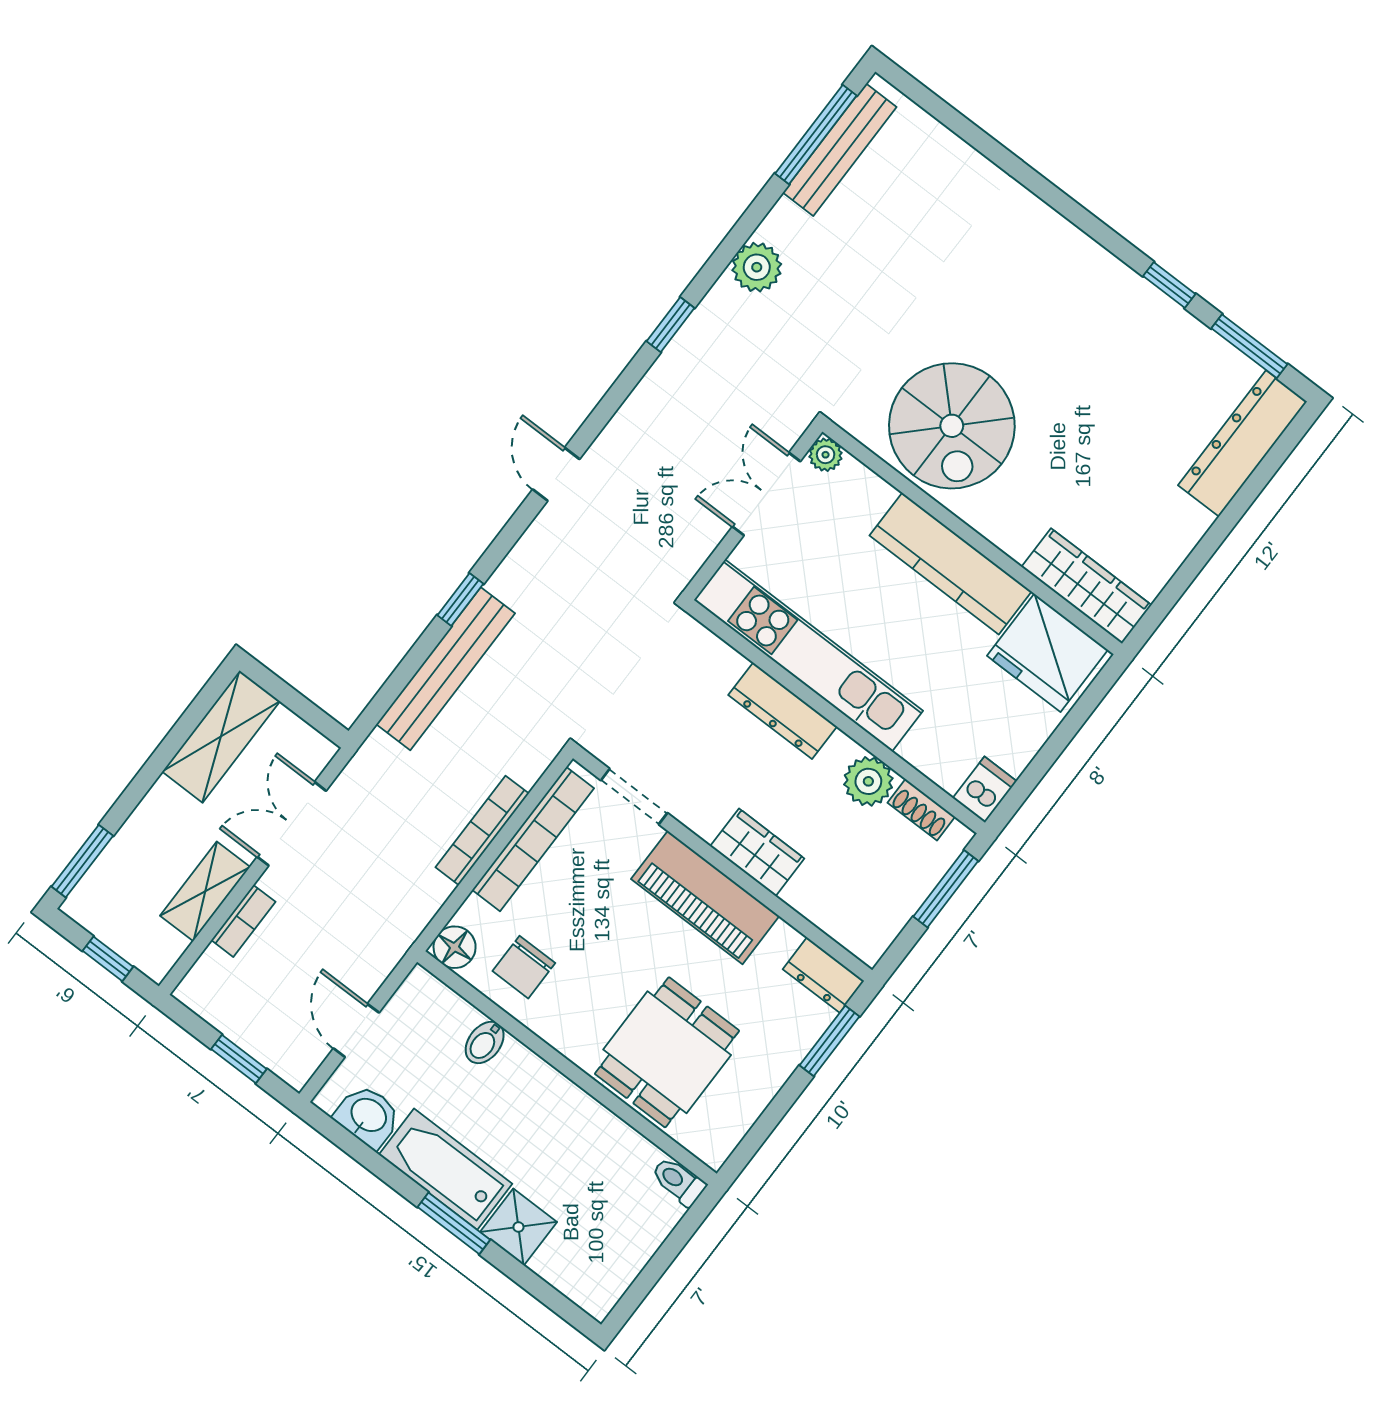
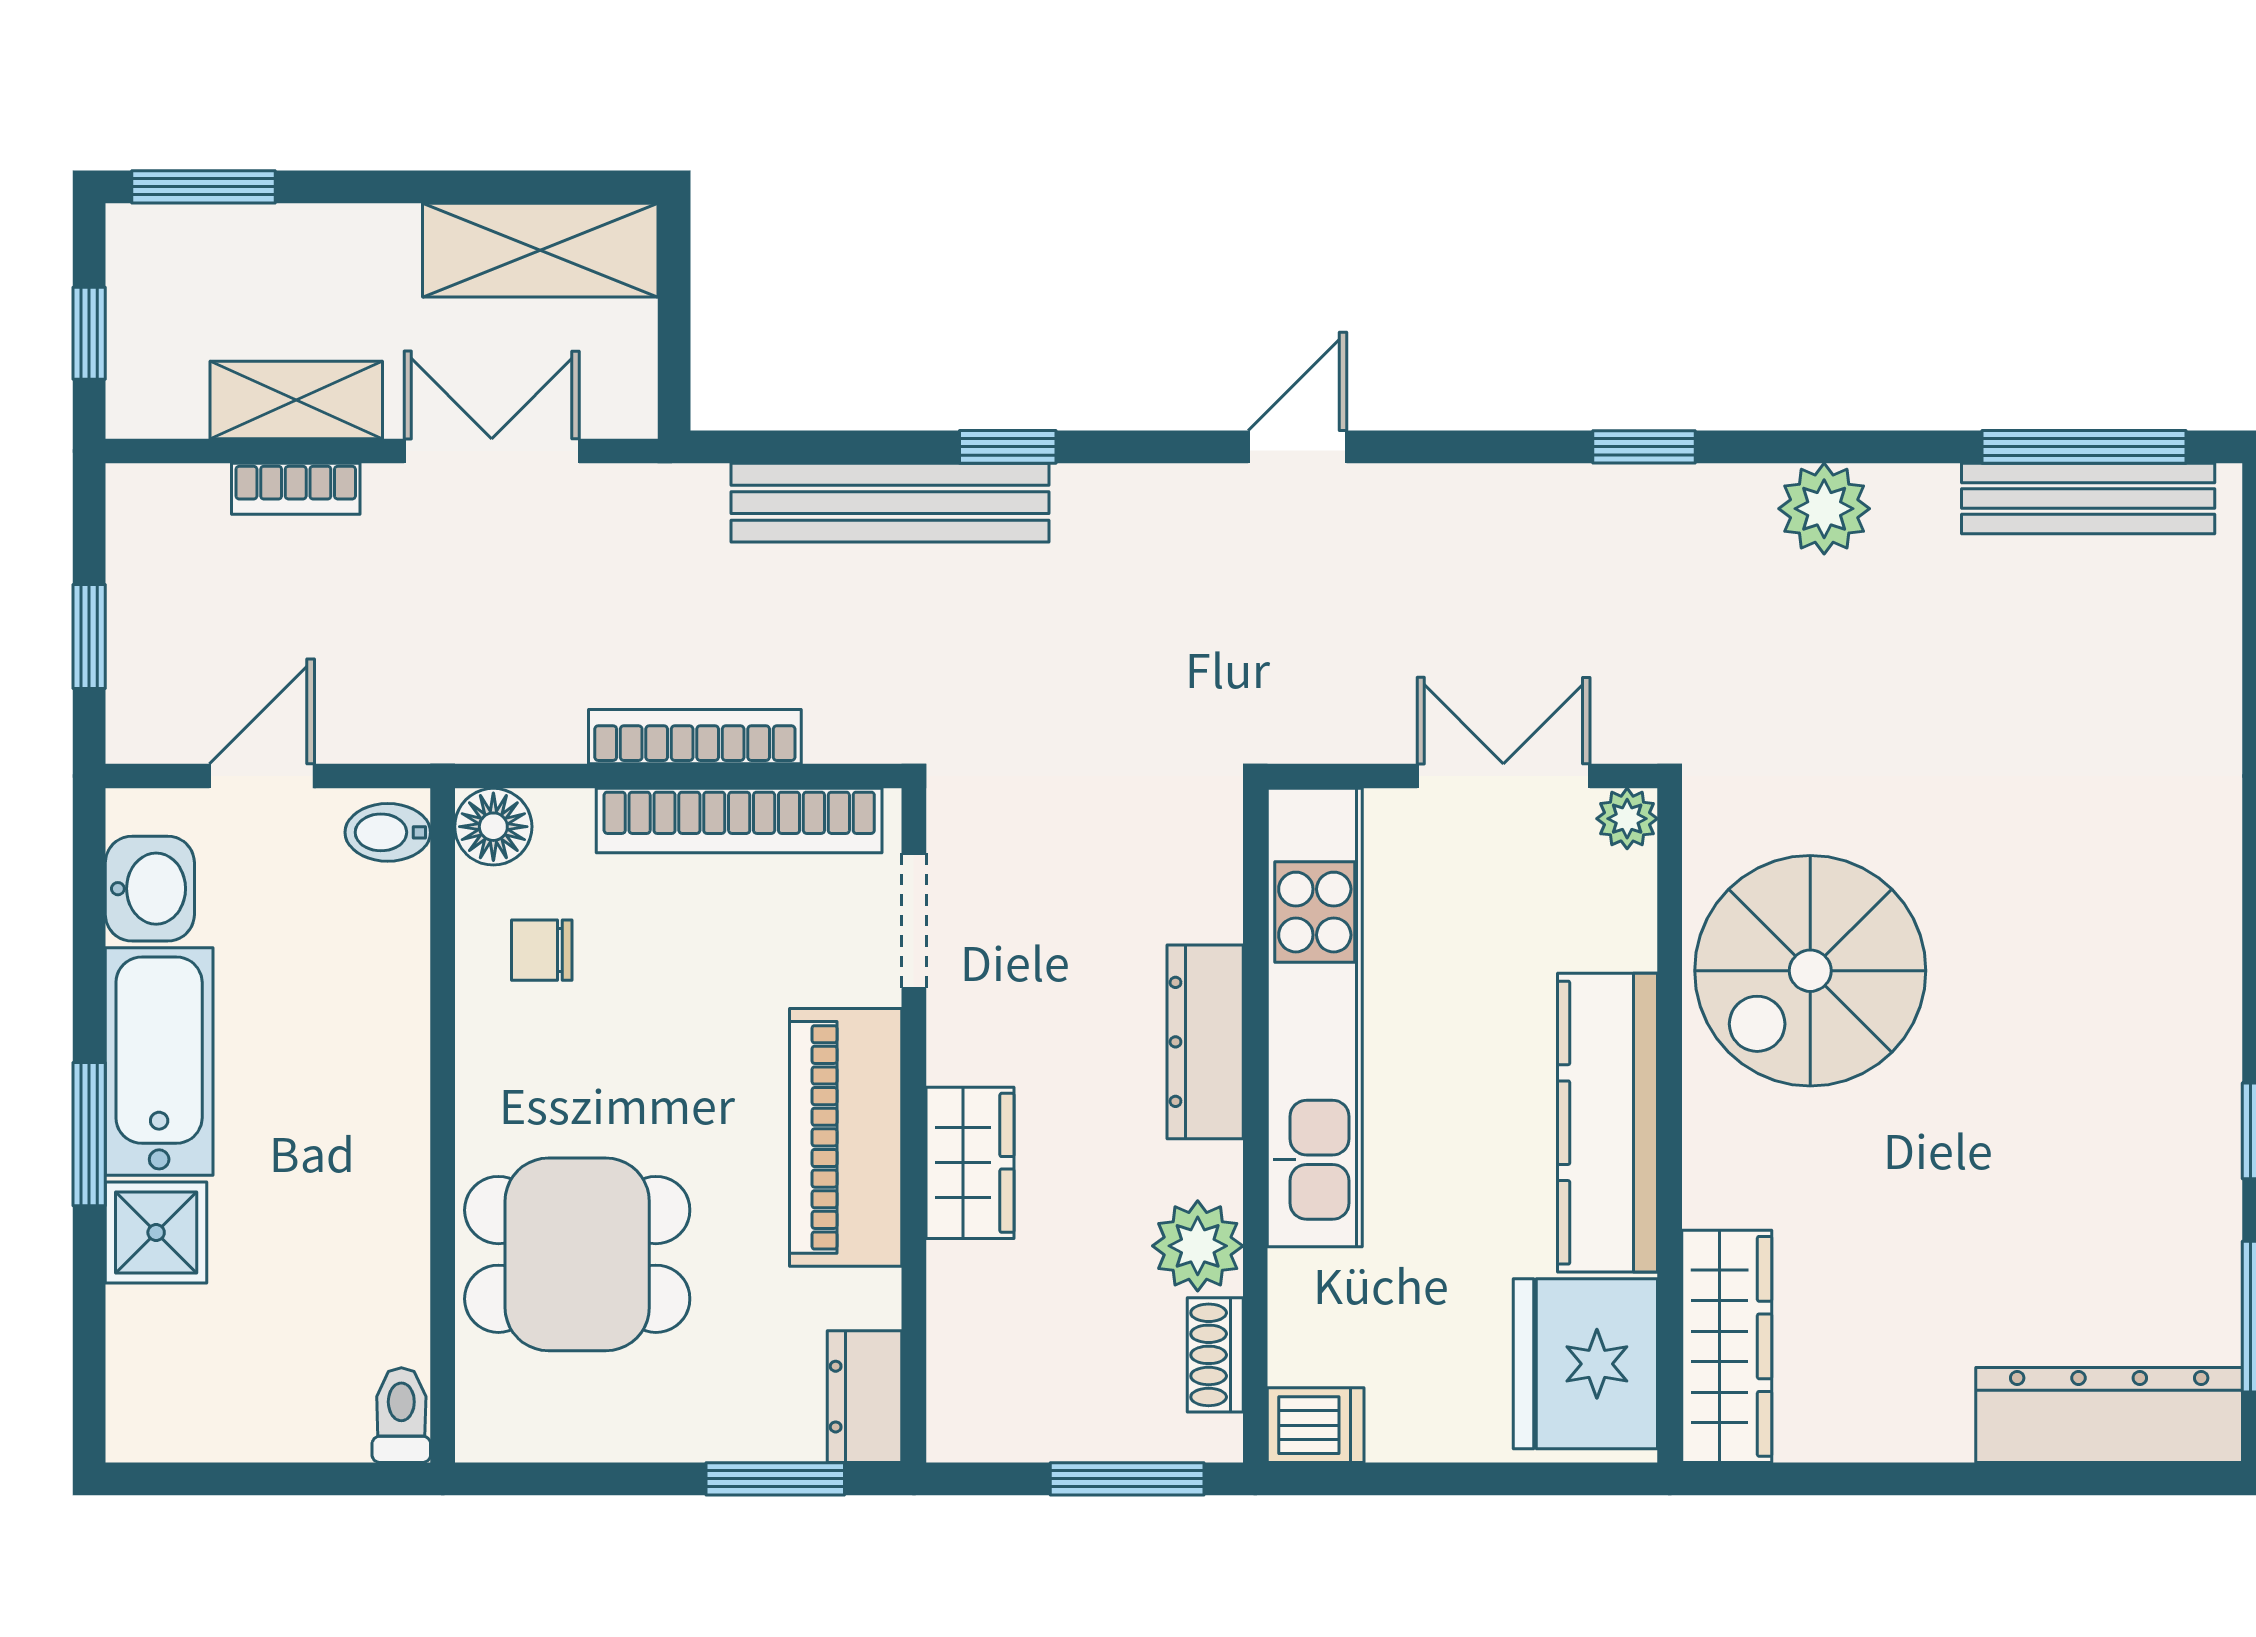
chair: (524, 967) -> (542, 950), width x0.73, depth x0.73
bidet: (485, 1042) -> (388, 832), moved

